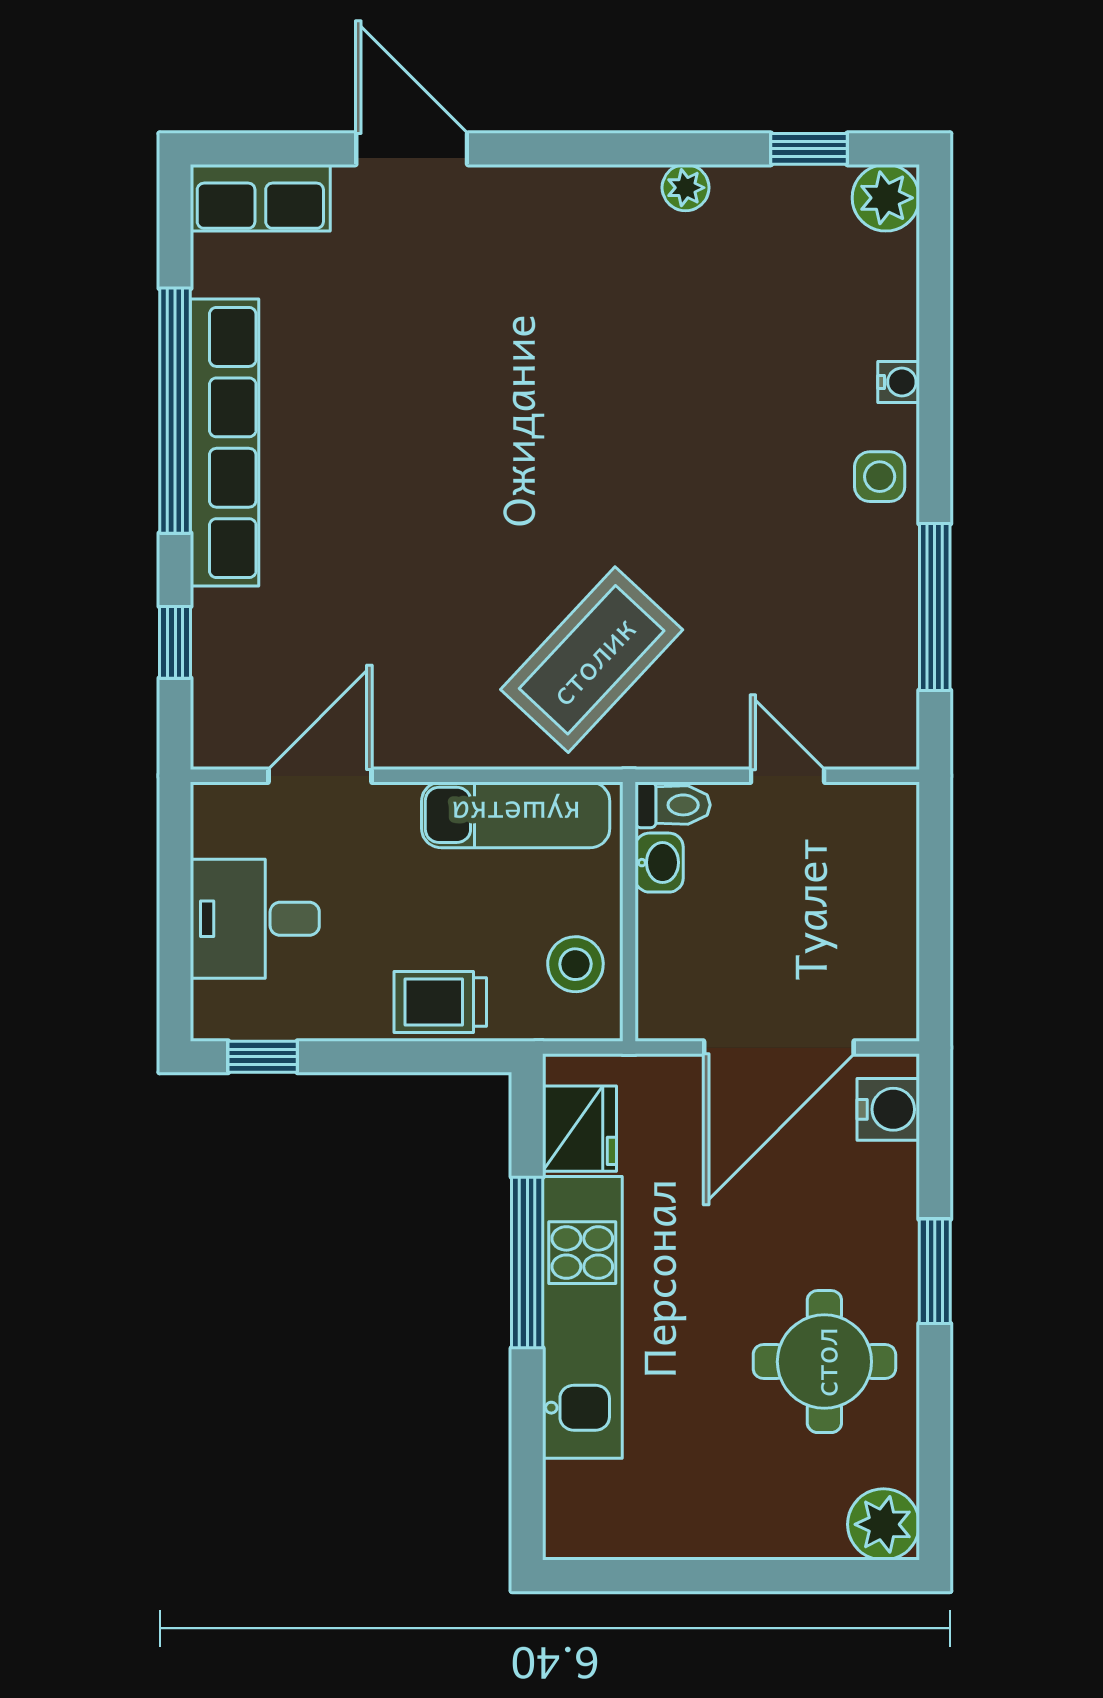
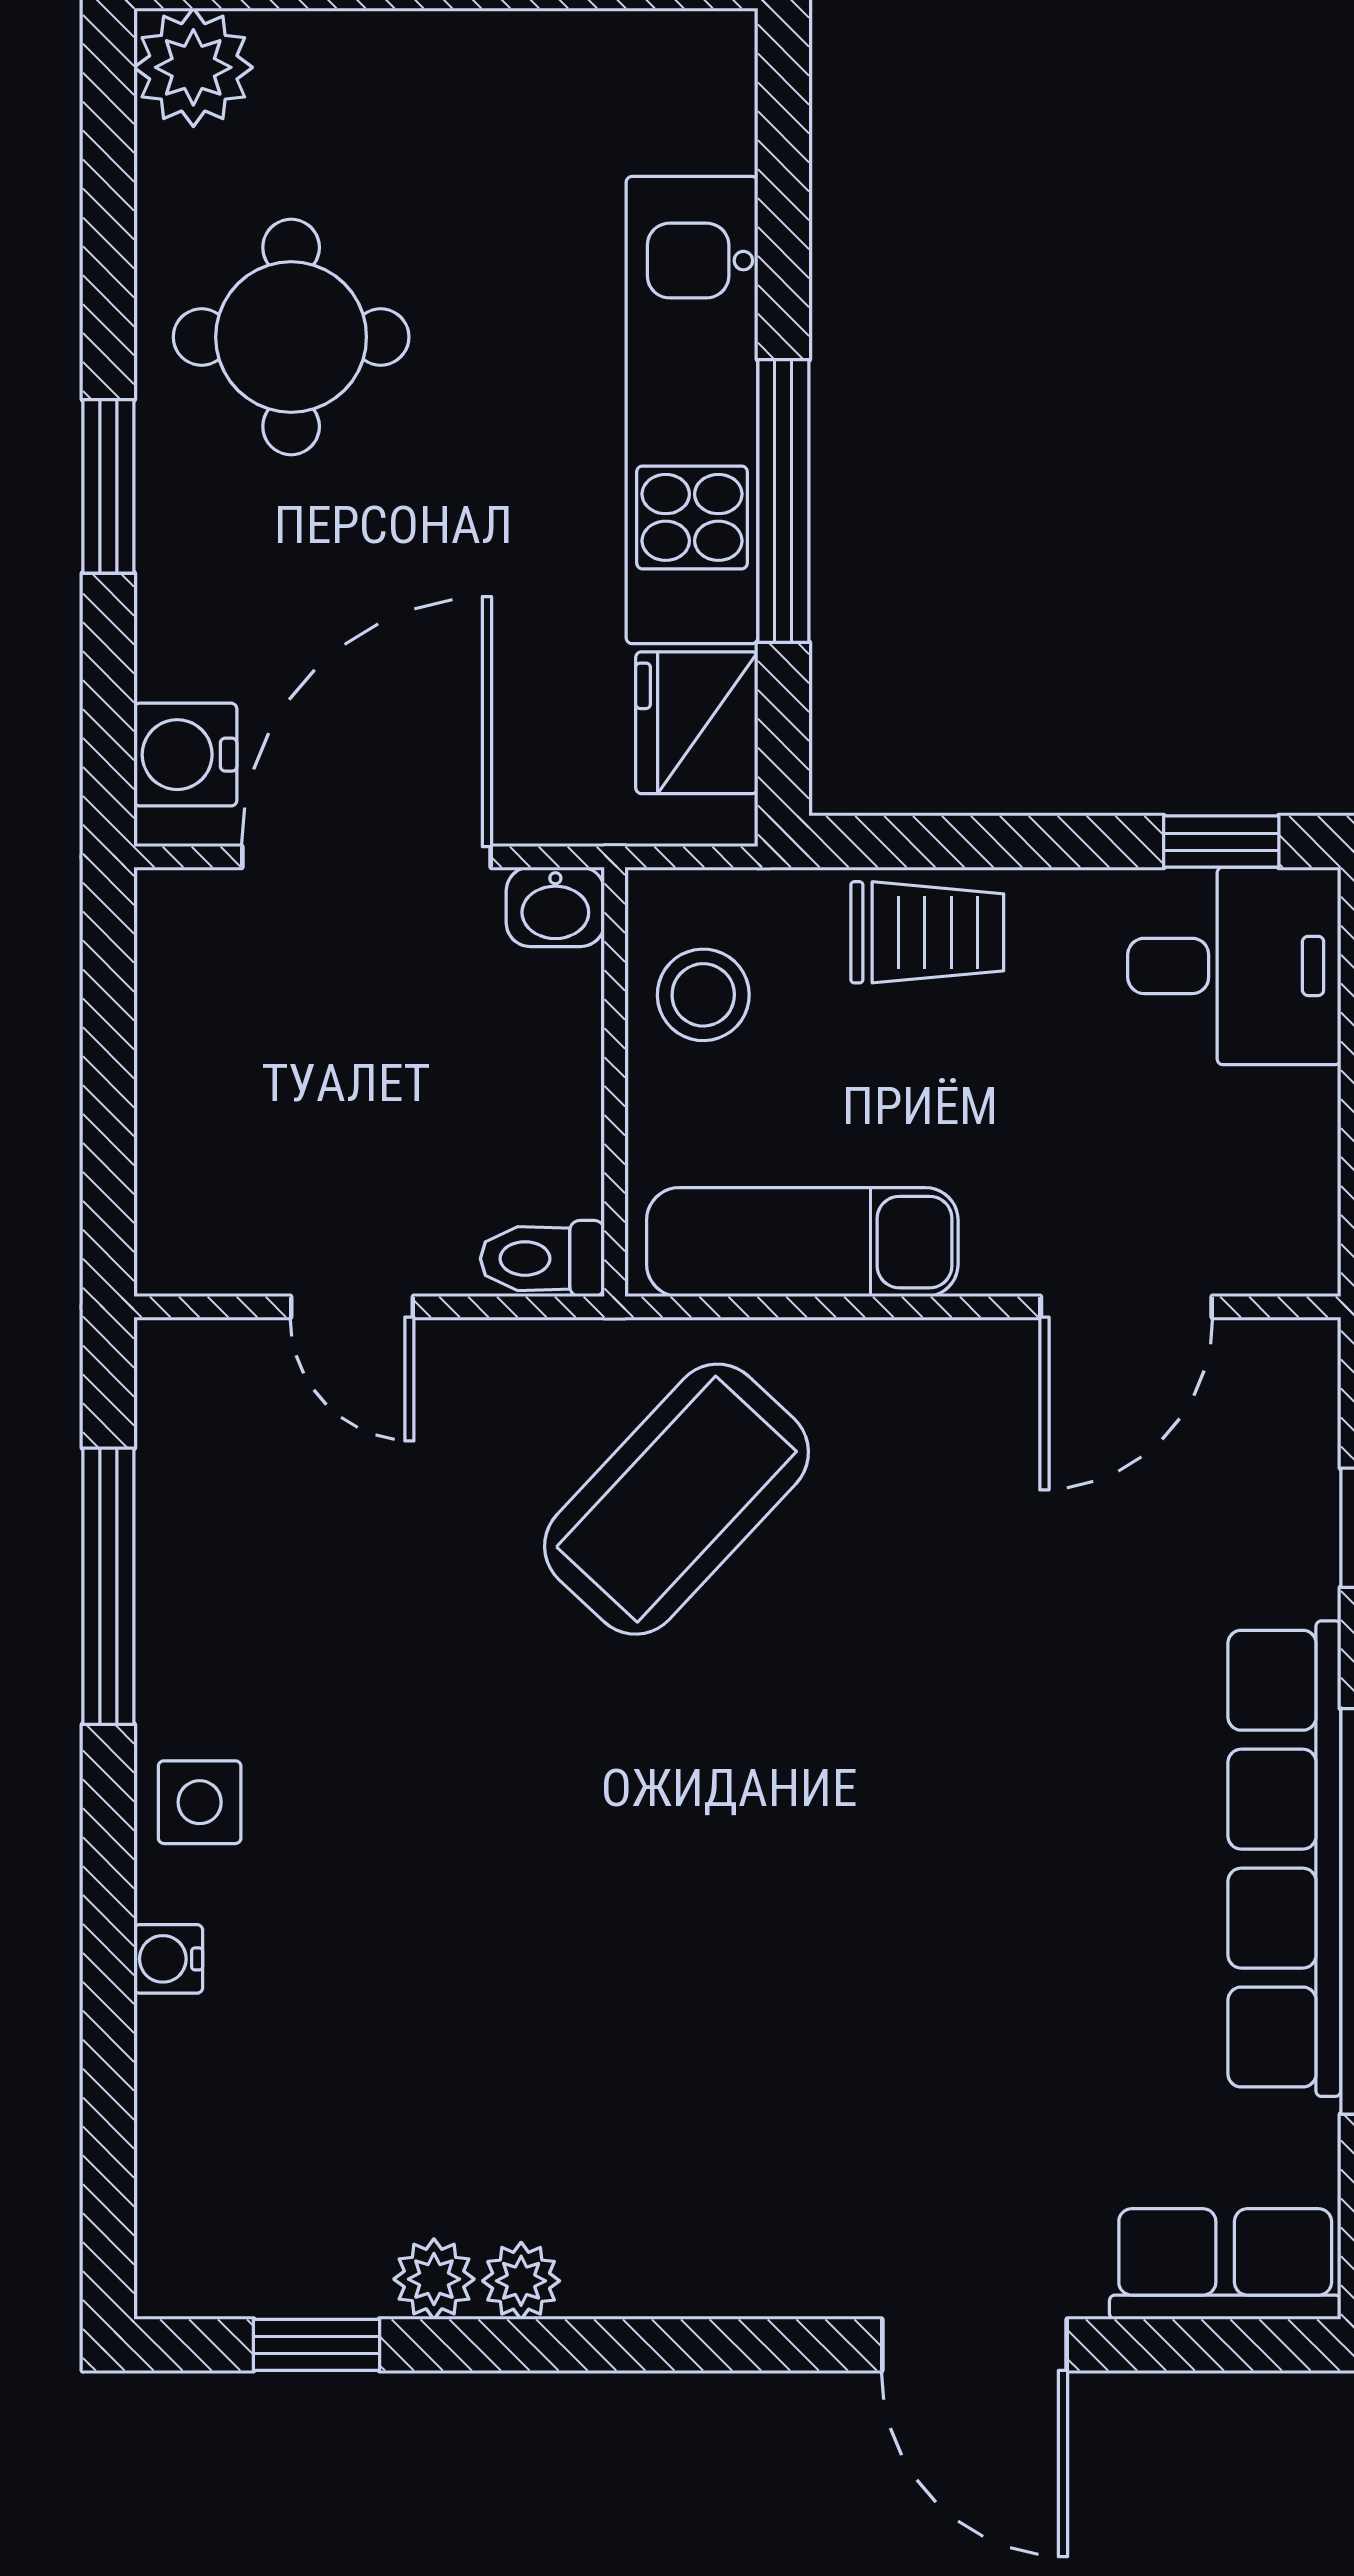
plant: (886, 198) -> (434, 2279), moved, width x0.73, depth x0.73
washbasin: (659, 863) -> (555, 907), moved, turned -90
desk: (255, 919) -> (1234, 966), moved

